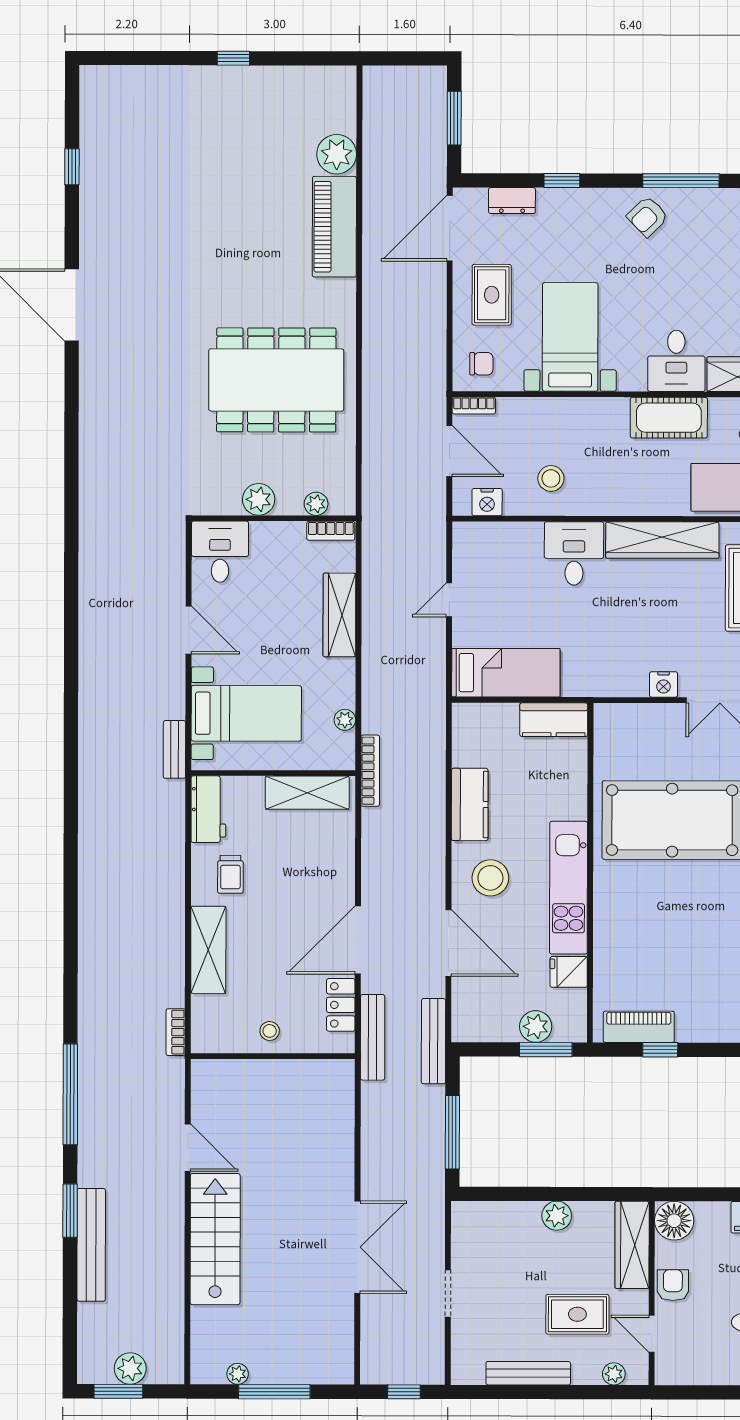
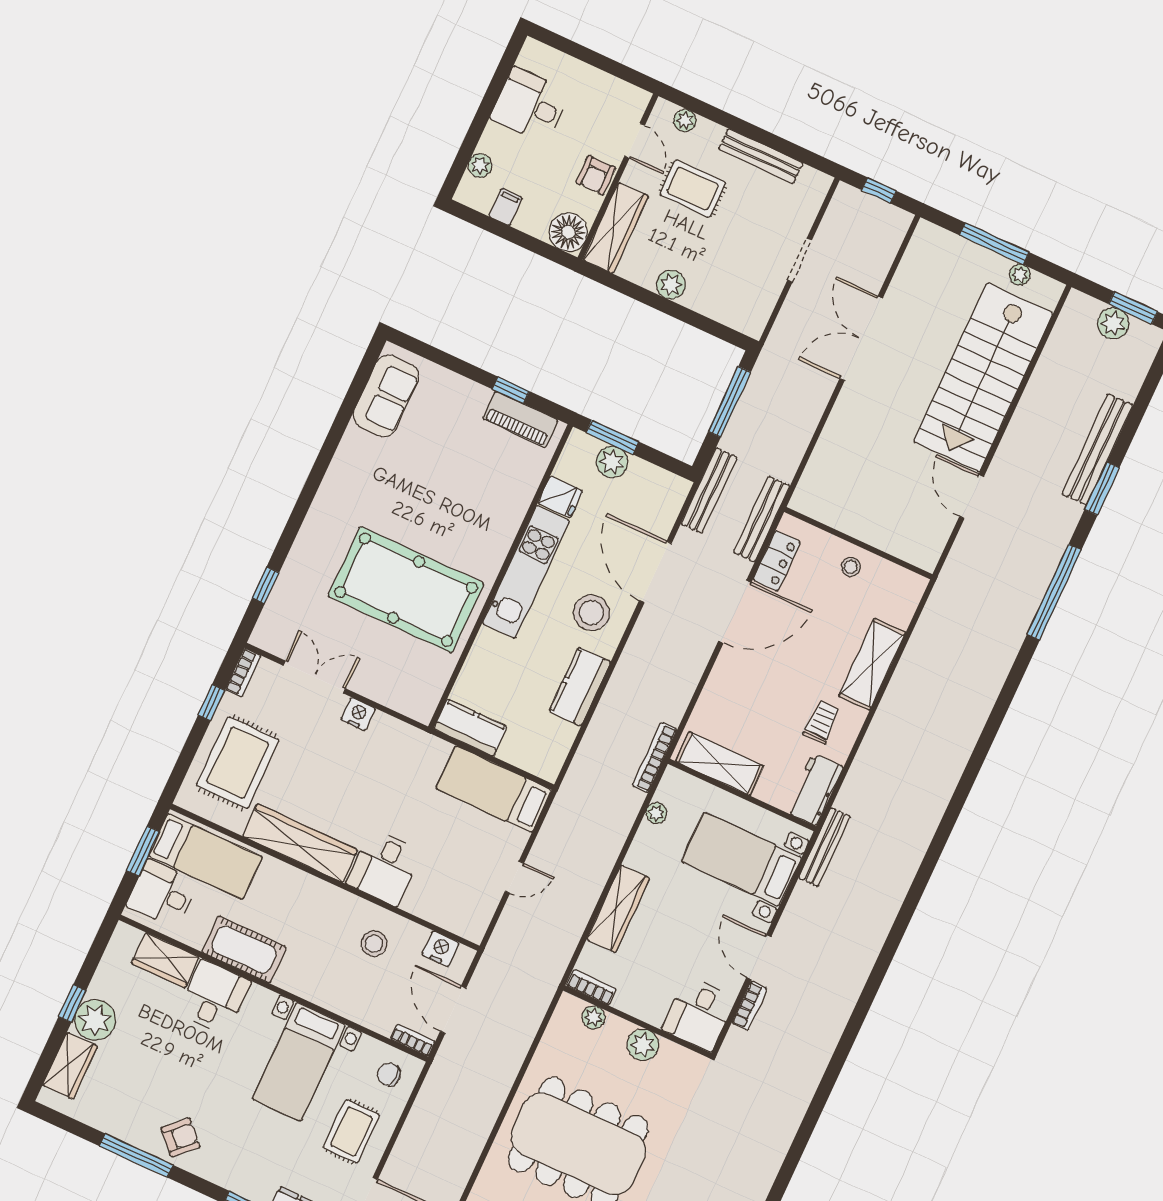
bench: (174, 749) -> (825, 847), width x1.36
bookcase: (176, 1032) -> (749, 1006), moved
stairs: (215, 1239) -> (983, 377), width x1.36, depth x1.51

